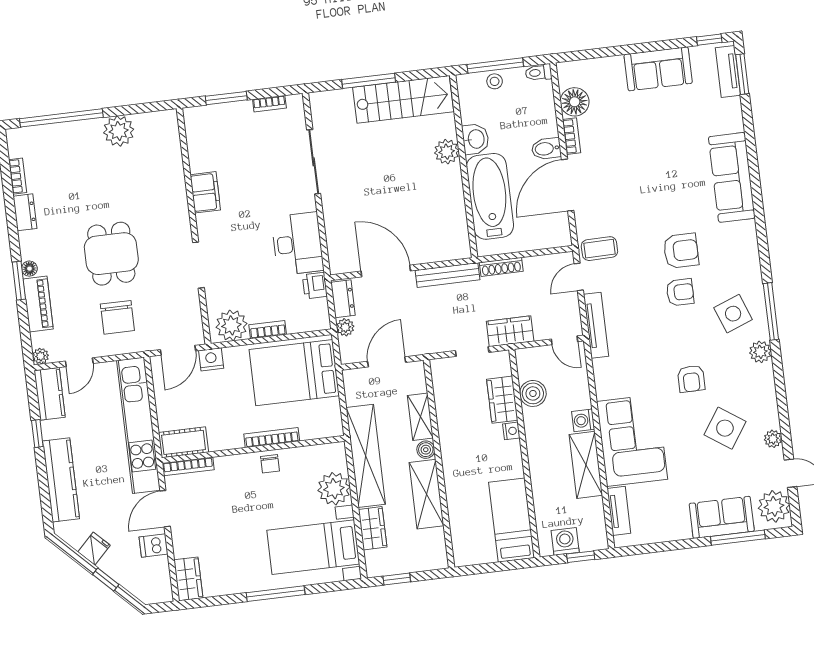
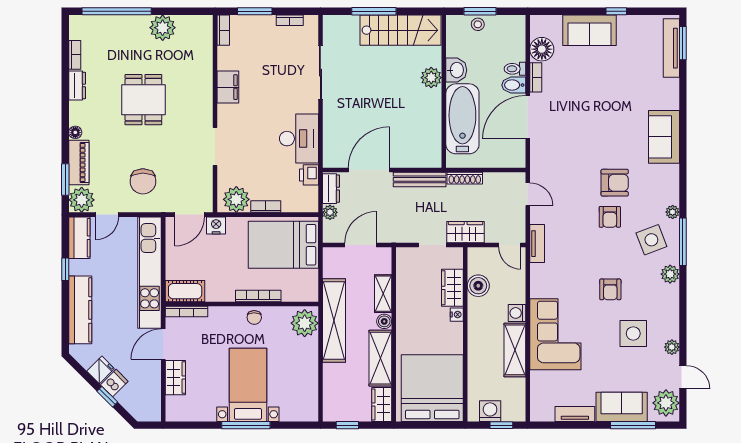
window: (709, 40) -> (616, 11), moved
window: (495, 65) -> (480, 11), width x0.69
sofa: (658, 69) -> (590, 30), moved
tv unit: (728, 72) -> (671, 48), width x1.41
toilet: (539, 73) -> (515, 69), moved
bookcase: (191, 125) -> (223, 30), added
sofa: (732, 177) -> (664, 137), width x0.73
coffee table: (599, 249) -> (548, 173), removed
dining table: (111, 254) -> (143, 100), moved
door: (386, 271) -> (369, 170), hinge flipped
door: (579, 277) -> (528, 194), swing flipped
plant: (754, 277) -> (673, 212), added
window: (19, 281) -> (65, 180), moved
armchair: (680, 292) -> (610, 217), turned 90
tv unit: (596, 325) -> (537, 244), width x0.71
plant: (41, 356) -> (82, 200), width x1.88, depth x1.88
side table: (725, 428) -> (633, 333), turned -34
plant: (334, 489) -> (305, 323), moved
tv unit: (619, 511) -> (575, 414), moved, turned -90
bed: (512, 520) -> (432, 388), width x2.04
wardrobe: (373, 528) -> (382, 405), moved, turned 180
dishwasher: (154, 545) -> (114, 383), moved, turned 135
bed with nightstands: (313, 547) -> (248, 385), moved, turned 90
wardrobe: (188, 579) -> (175, 378), moved

